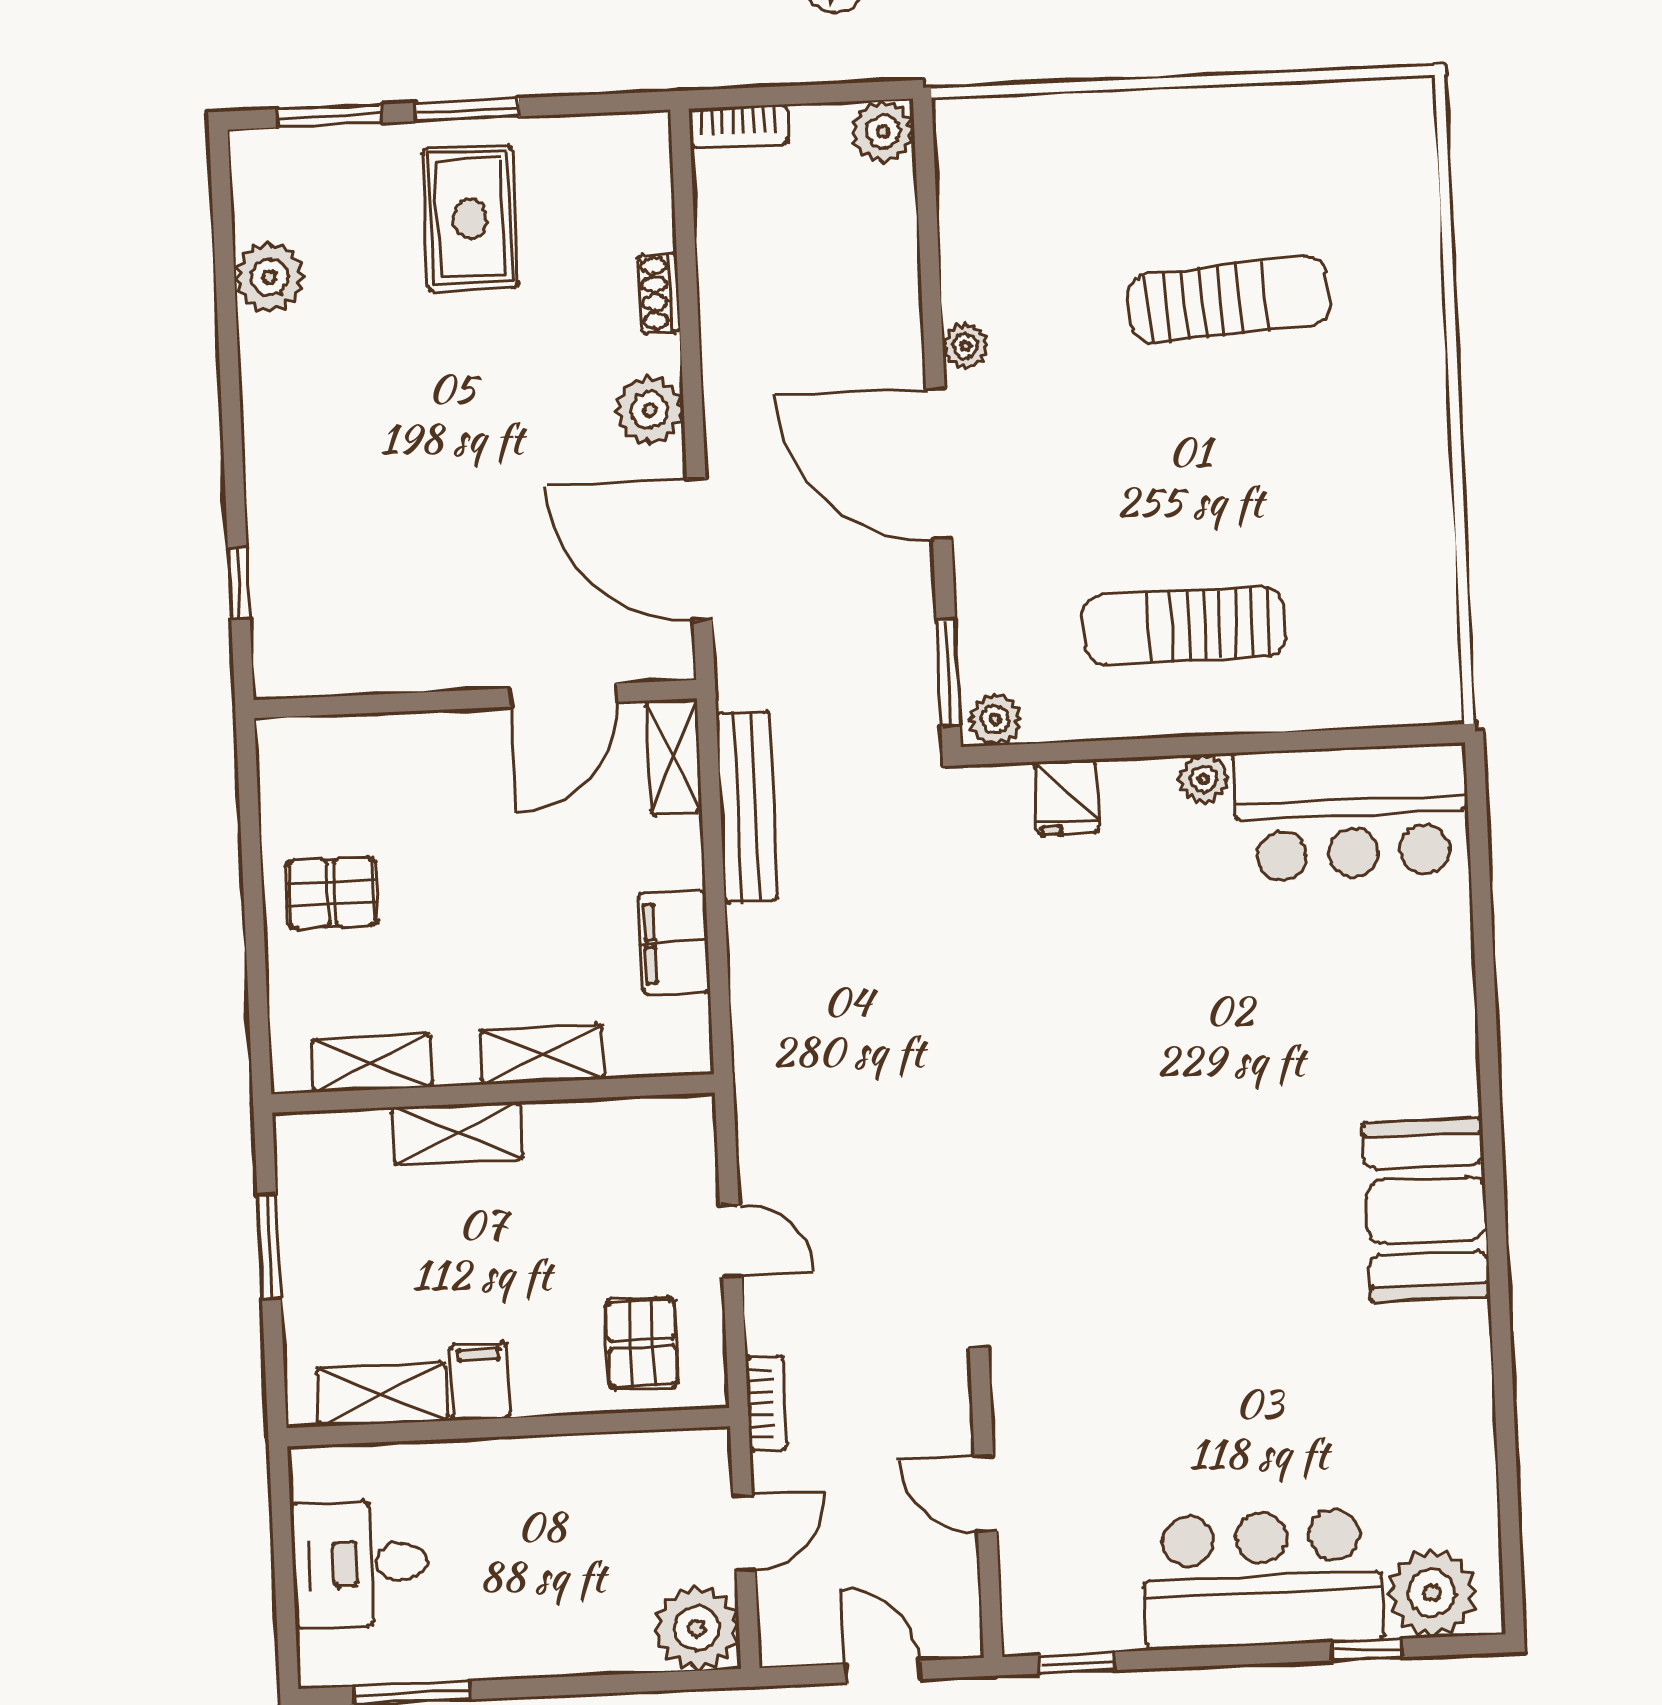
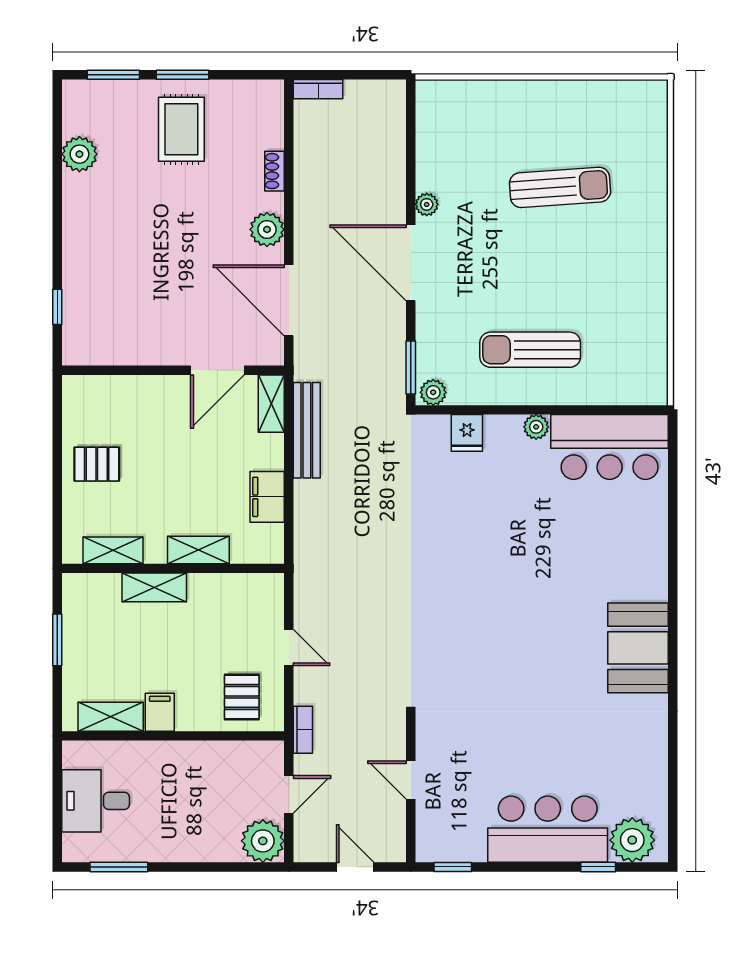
plant: (883, 131) -> (390, 95), removed

